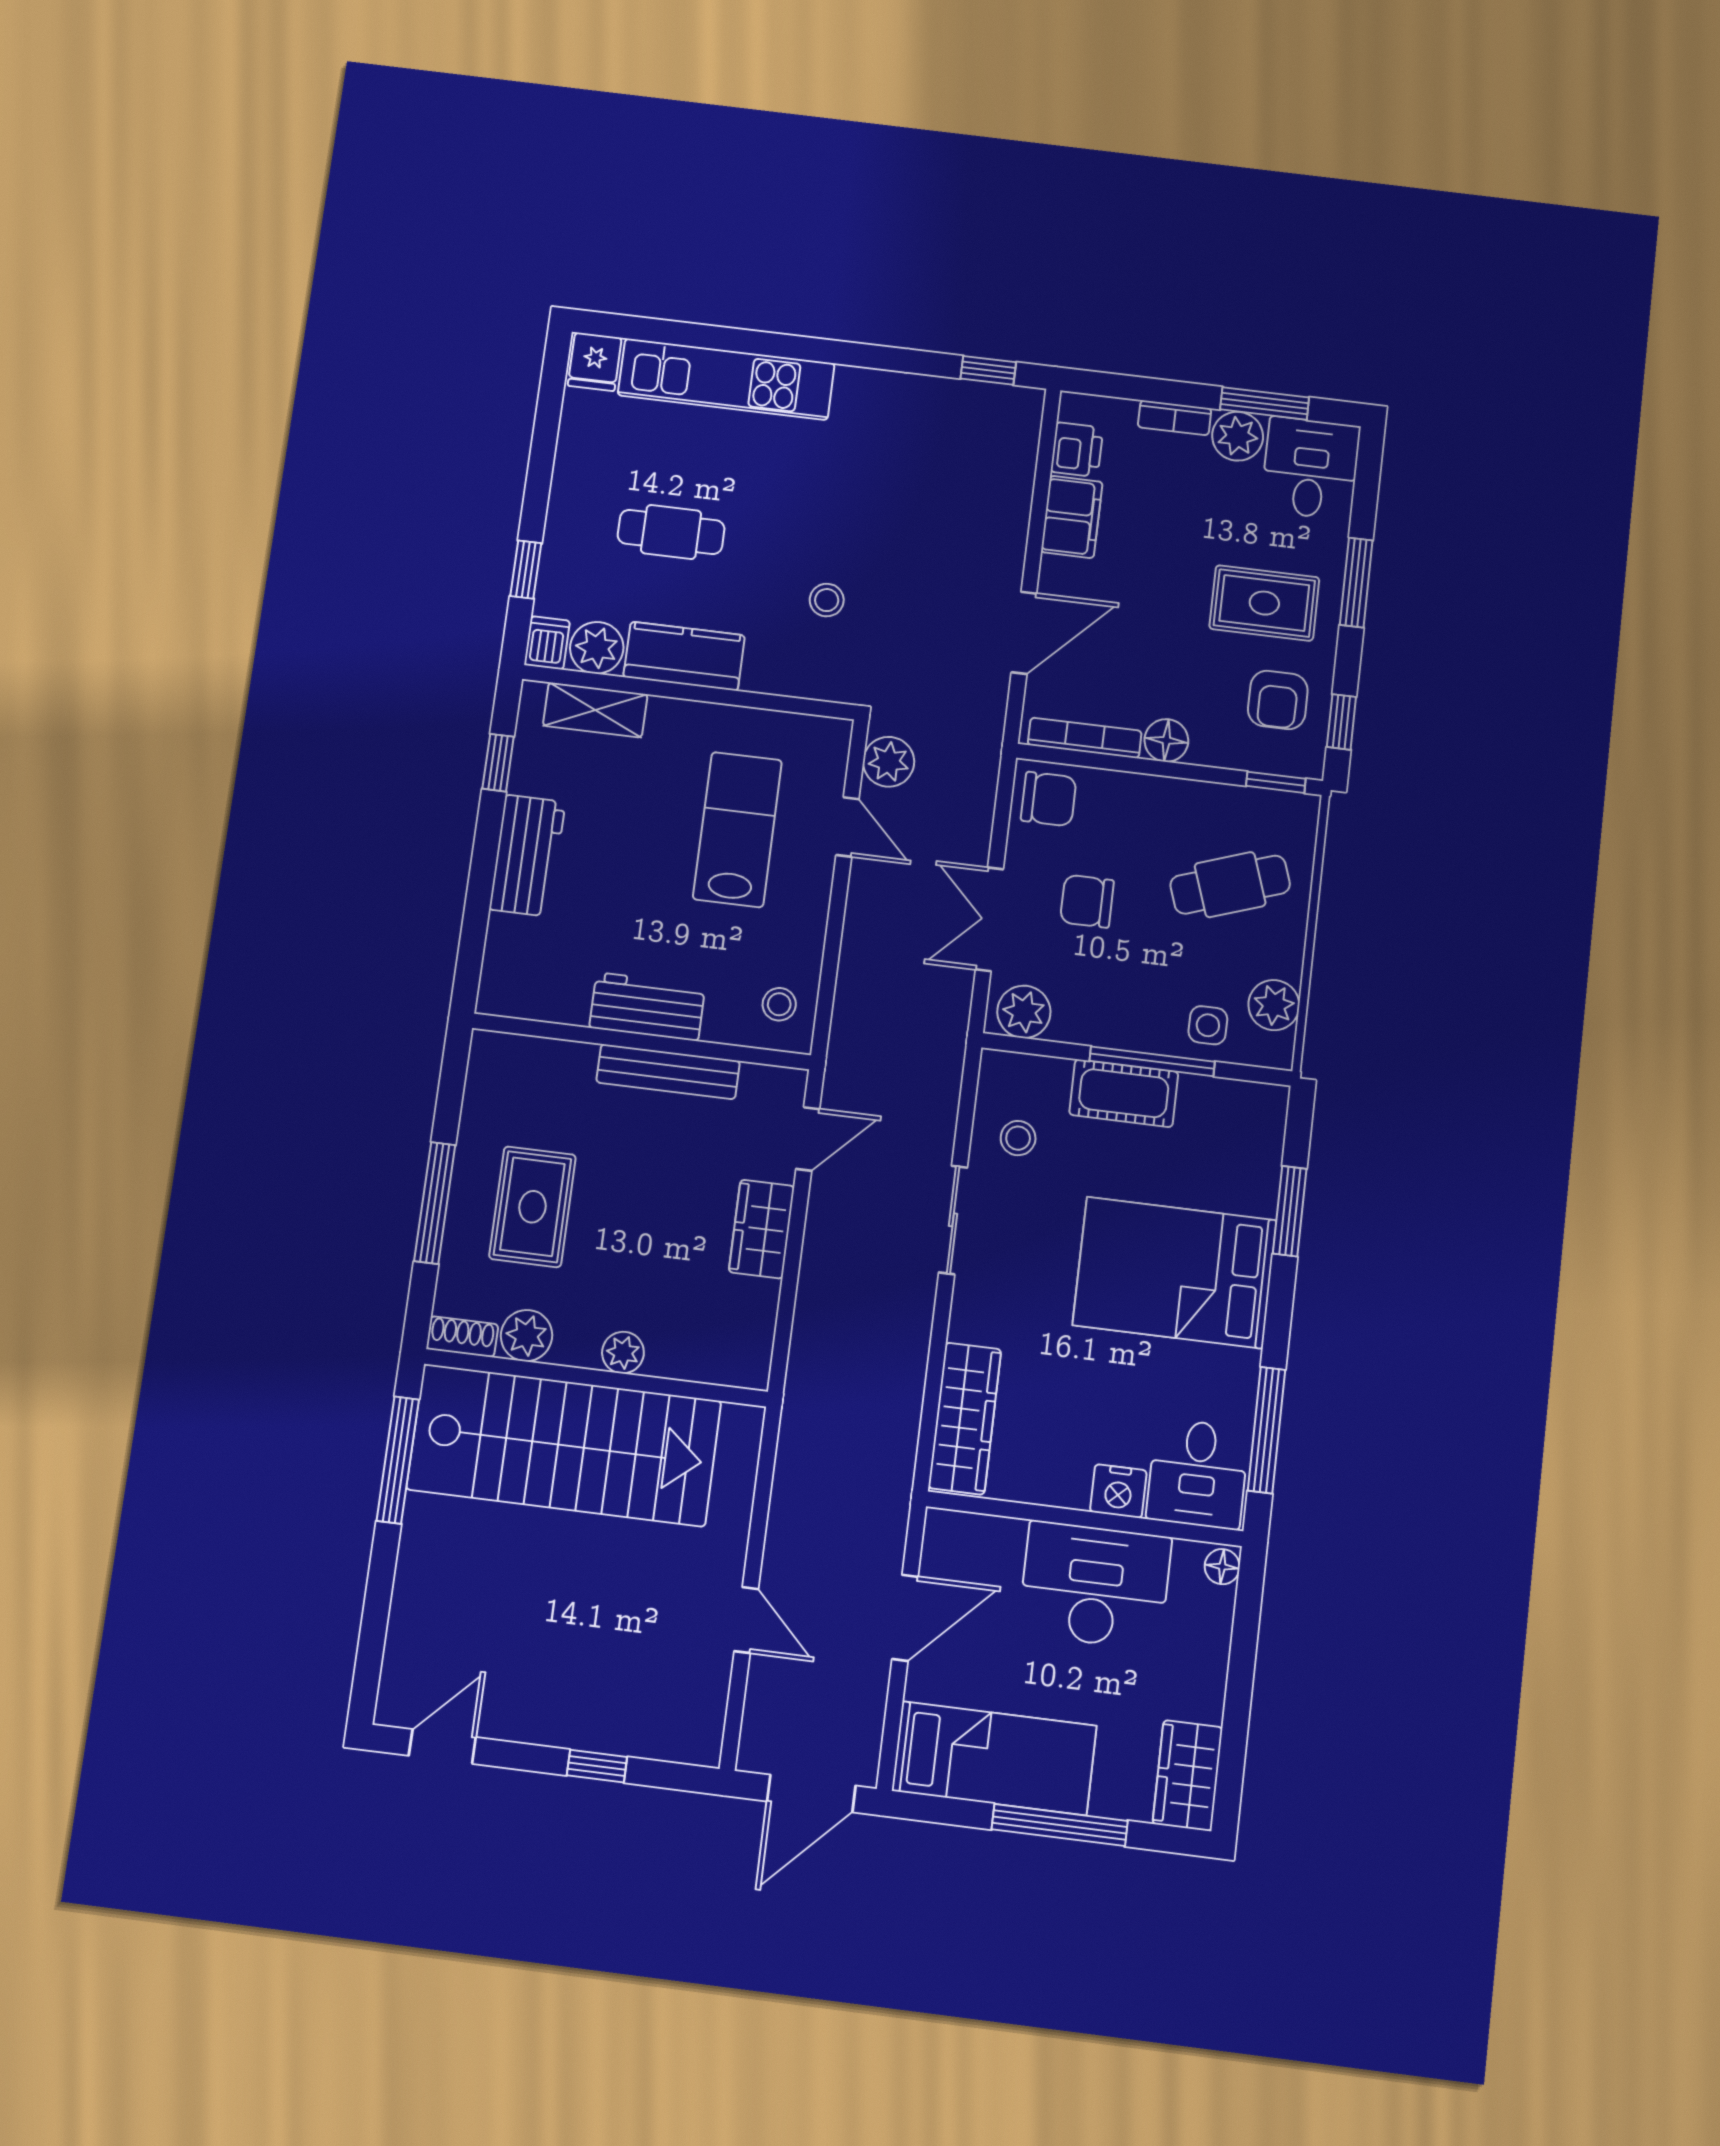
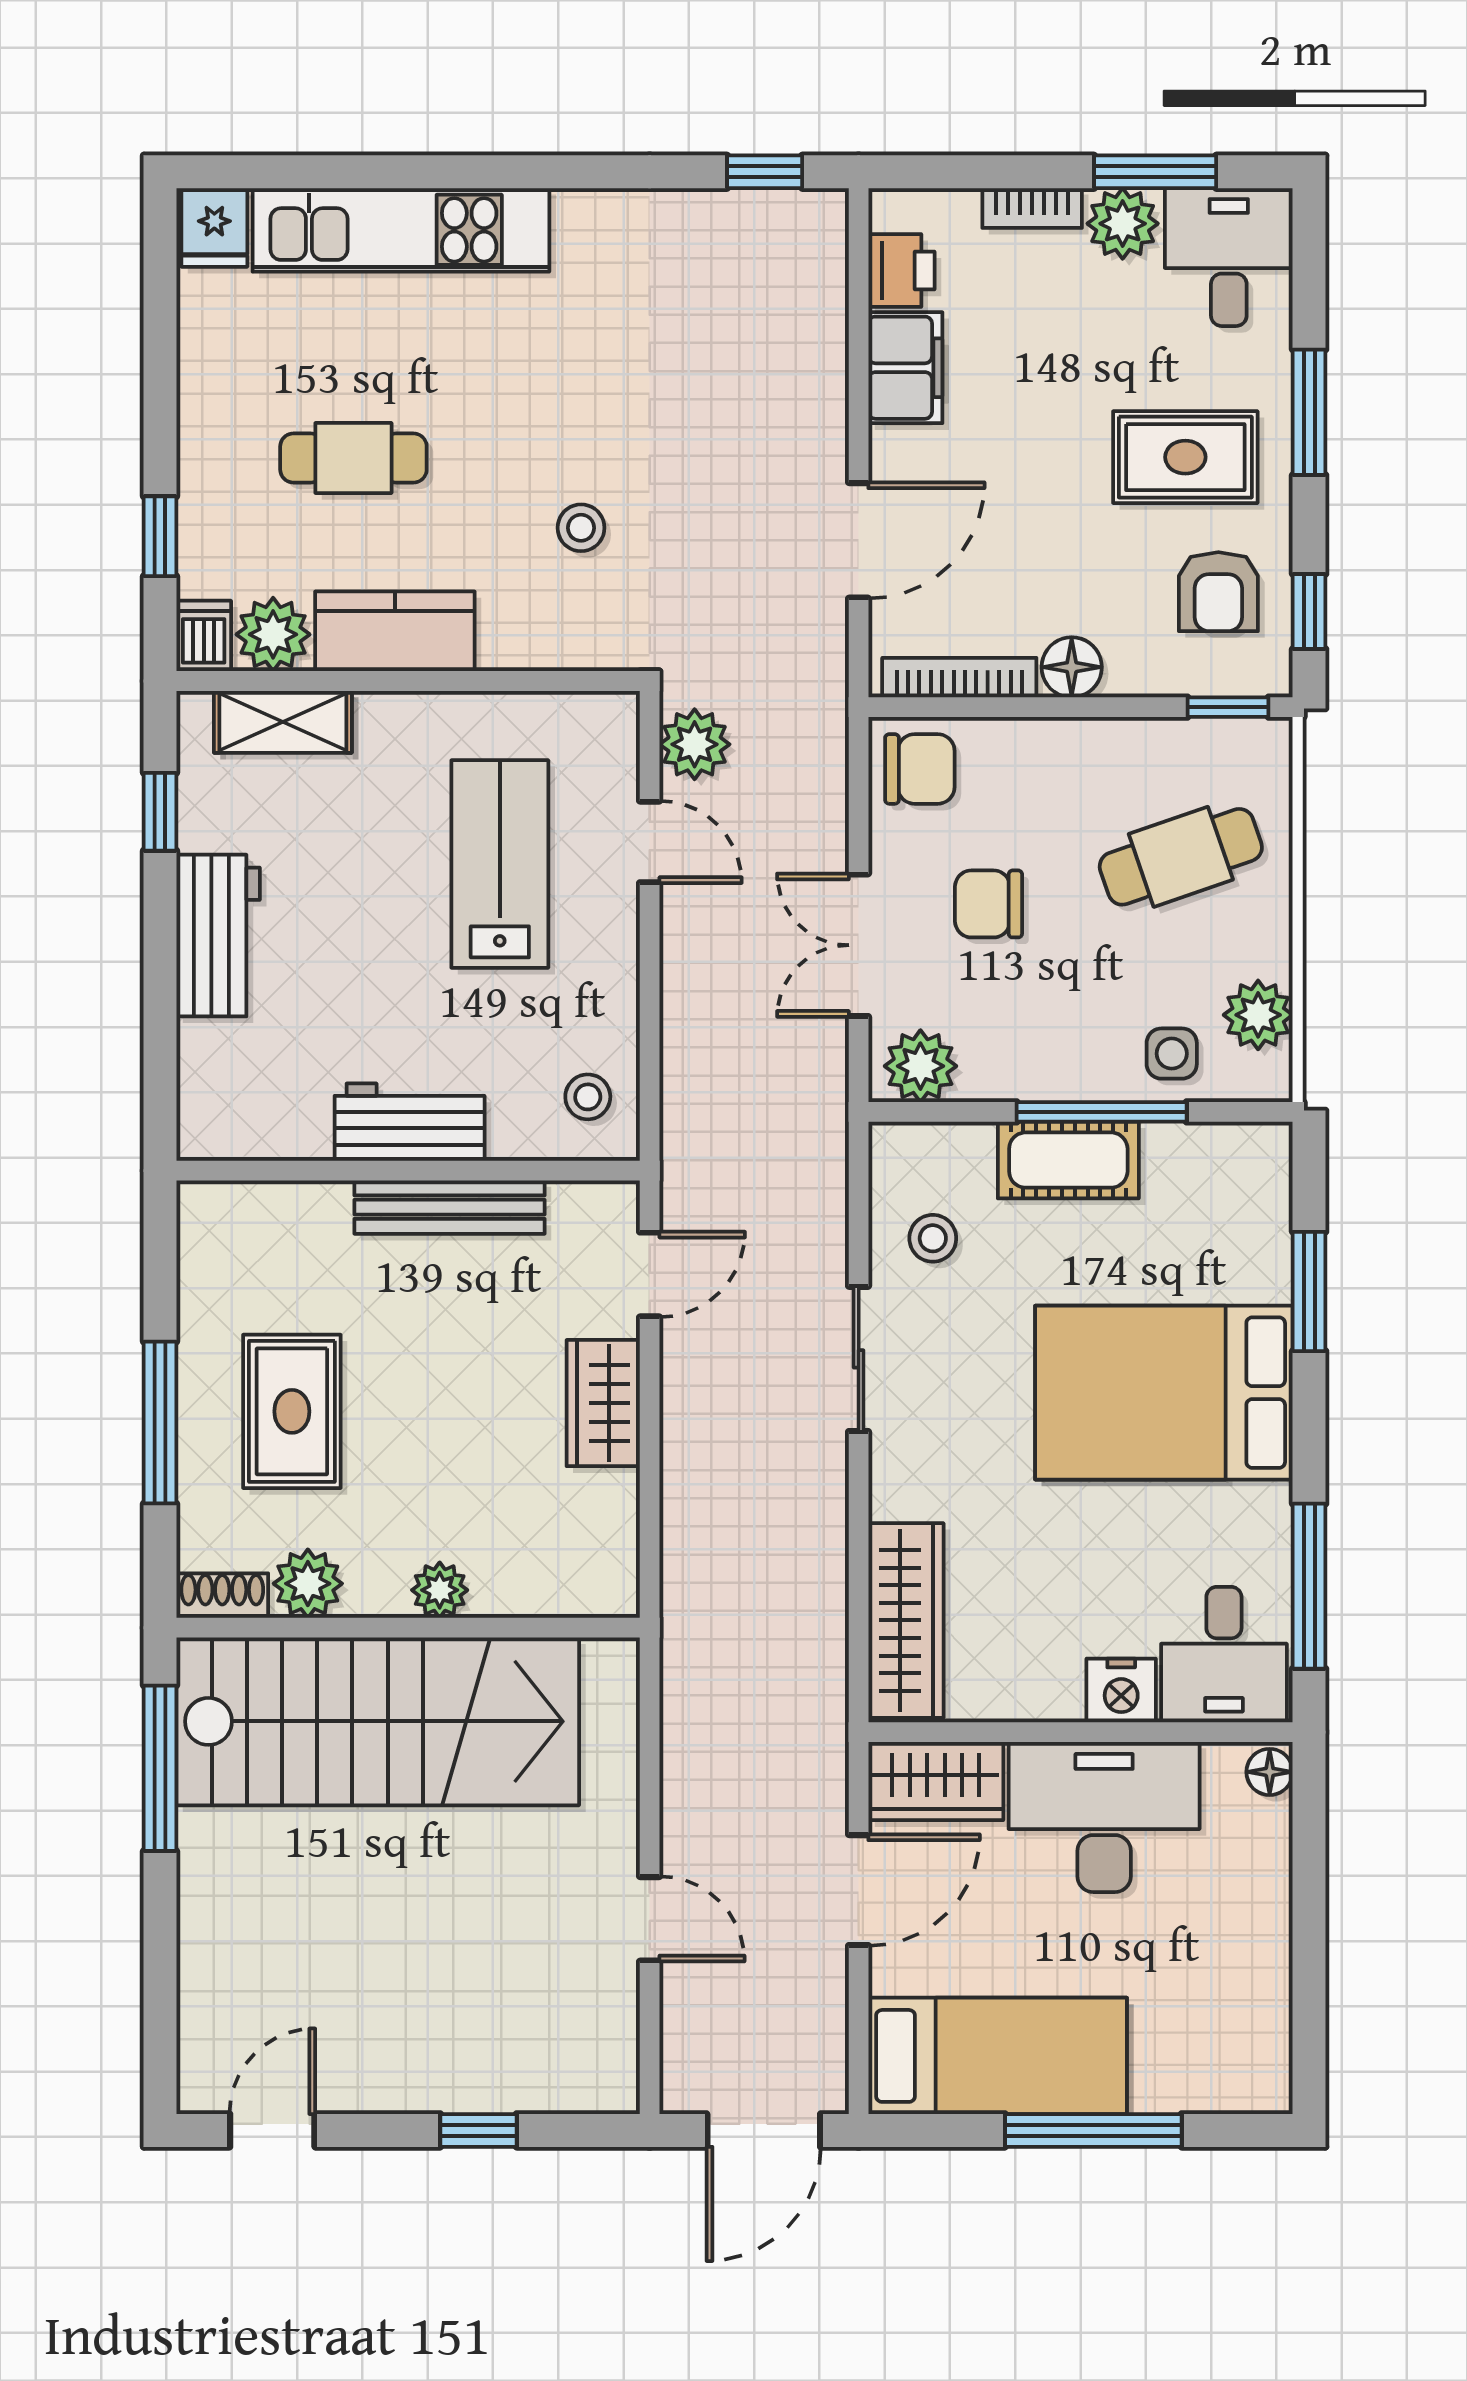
wardrobe: (1188, 1776) -> (936, 1781), moved, turned -90

